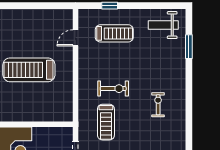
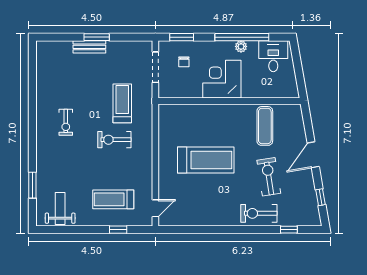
weight bench: (163, 25) -> (60, 208), turned -90
door: (75, 38) -> (155, 208), moved

